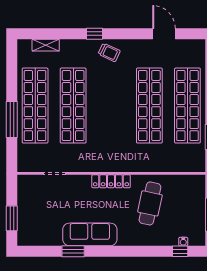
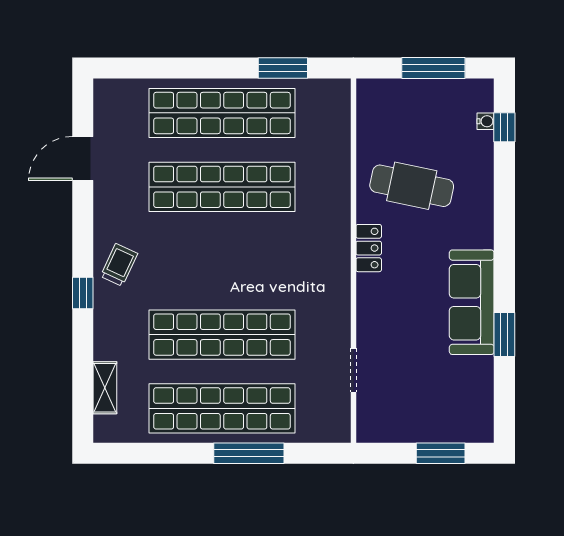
locker: (111, 181) -> (369, 248), width x0.66

